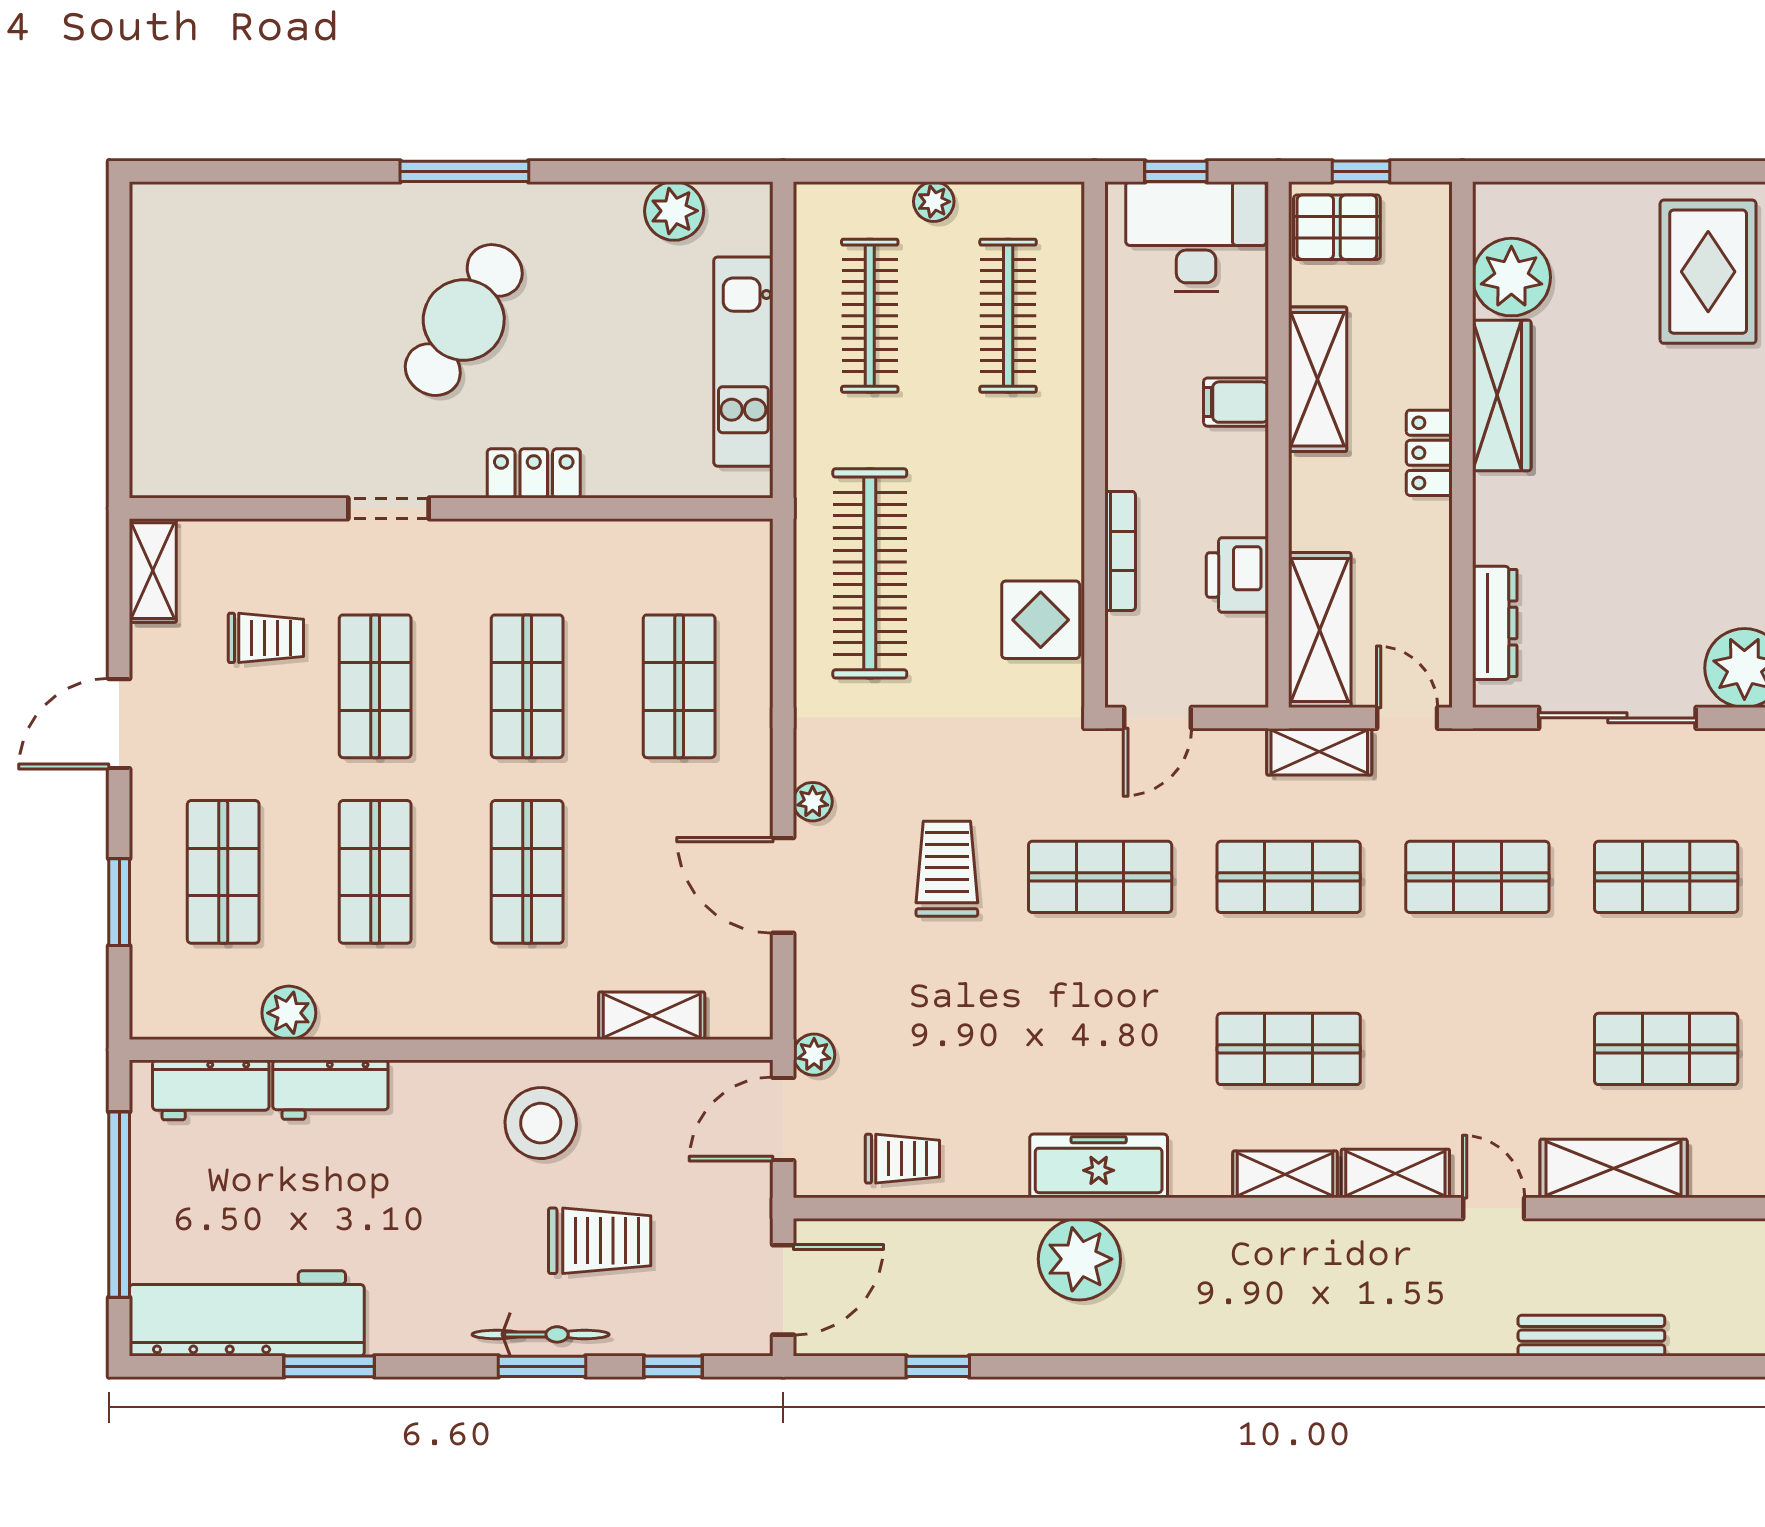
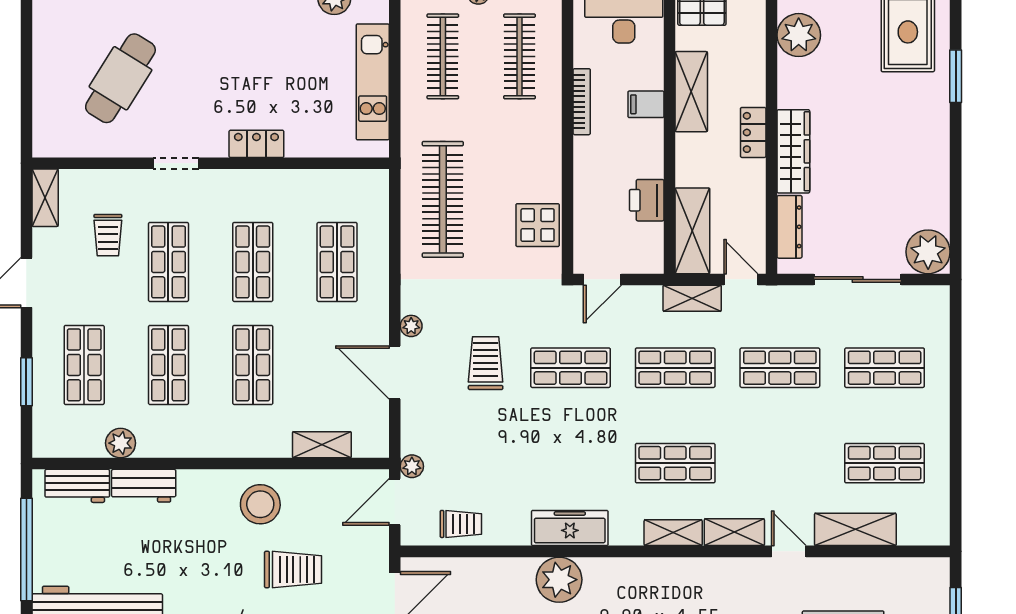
cafe table: (464, 320) -> (120, 78), moved
wardrobe: (1502, 395) -> (793, 151), moved
bookcase: (1120, 551) -> (582, 102), moved
trolley: (266, 638) -> (108, 235), turned 90

